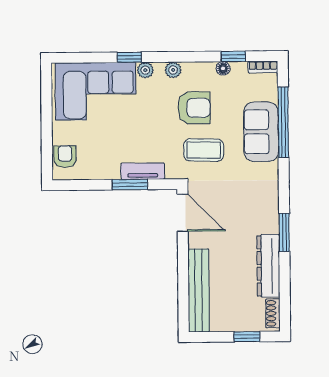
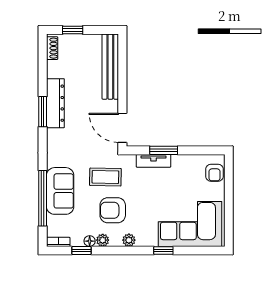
plant: (145, 70) -> (103, 240), moved
dresser: (268, 266) -> (55, 103), moved

